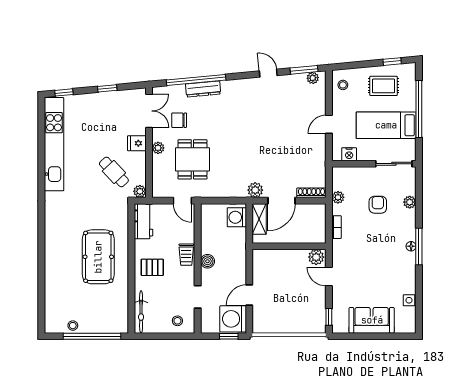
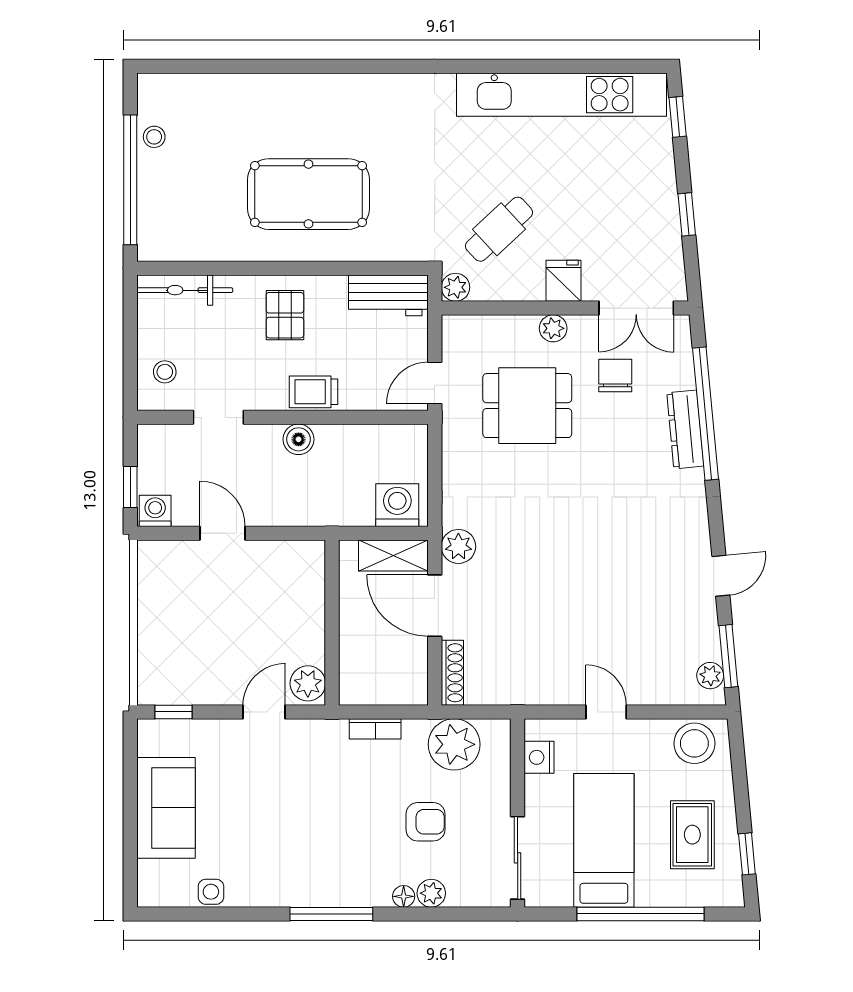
stool: (343, 85) -> (694, 743), width x1.89, depth x1.89
plant: (338, 197) -> (454, 744), width x1.88, depth x1.88
floor lamp: (411, 246) -> (404, 896), moved
washing machine: (233, 319) -> (155, 511), width x0.53, depth x0.53

